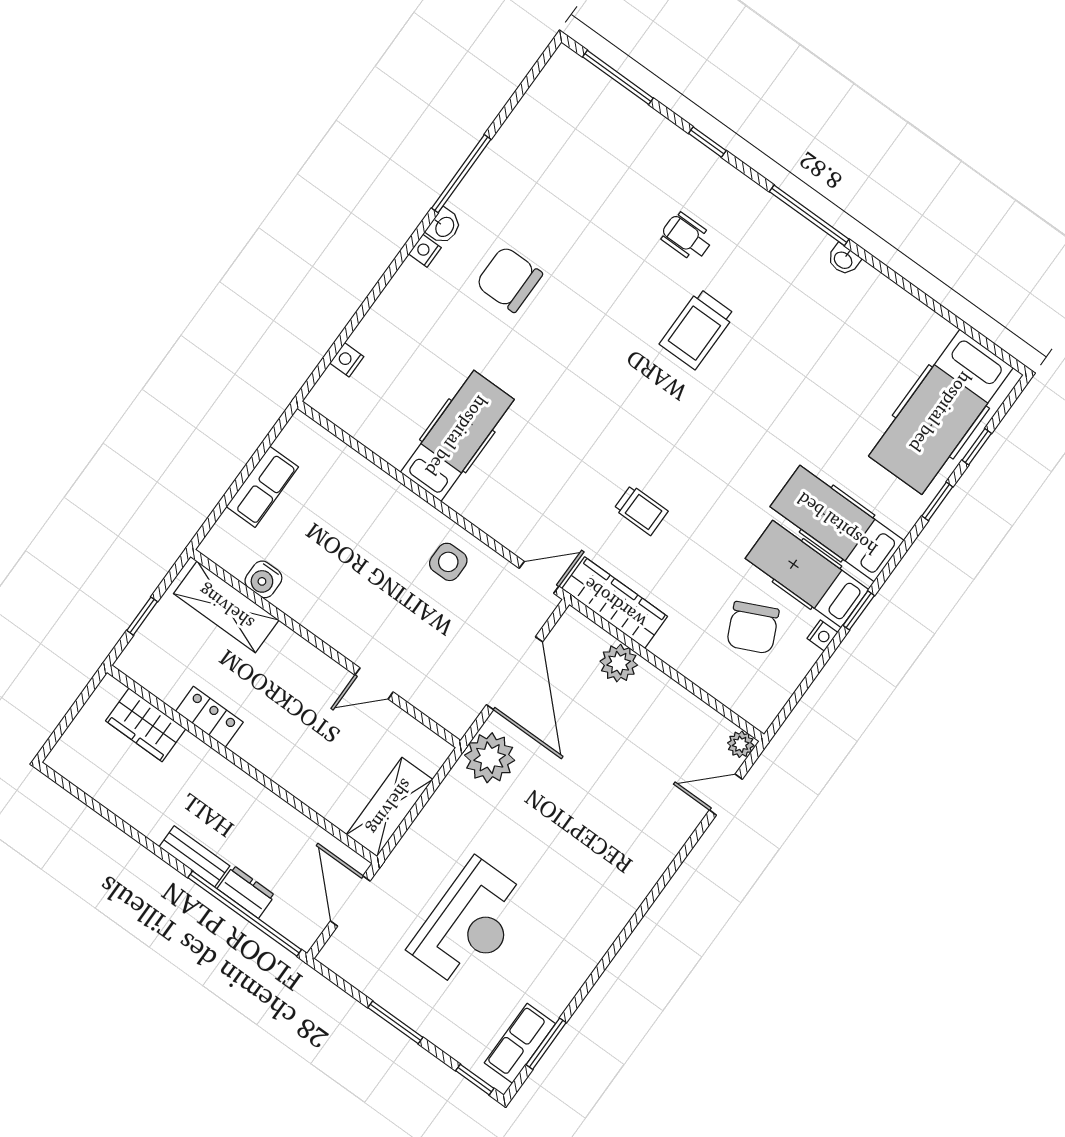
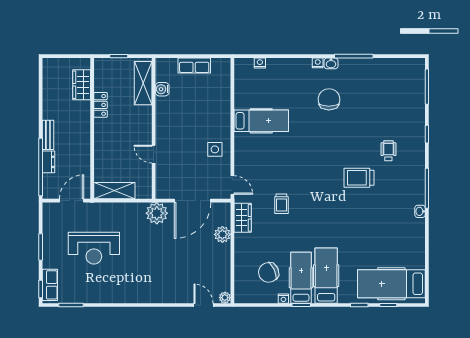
wardrobe: (615, 603) -> (243, 218), width x0.67
row of seats: (520, 1043) -> (50, 285), moved, turned 90

